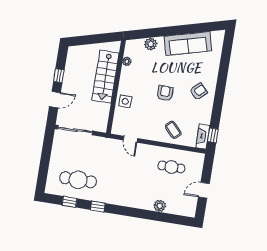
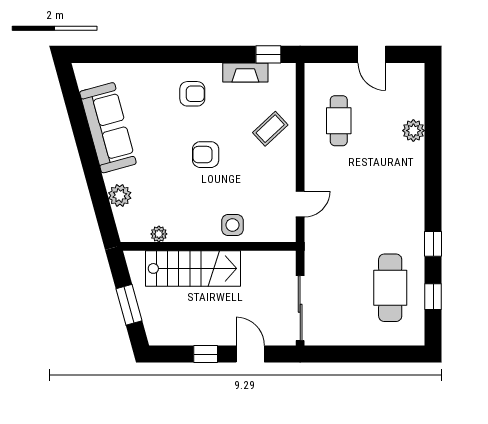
window: (92, 39) -> (129, 305), added
armchair: (198, 91) -> (192, 94), turned 133
fireplace: (203, 136) -> (245, 72), moved

